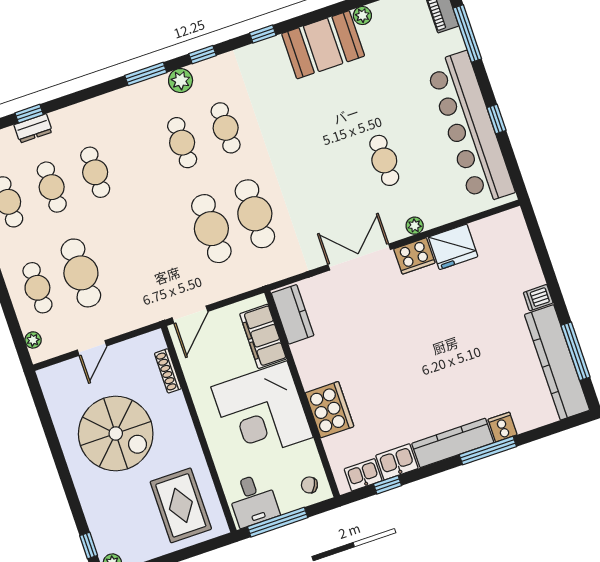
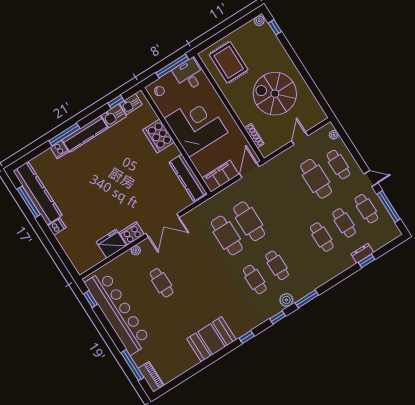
plant: (362, 15) -> (193, 361), removed
window: (496, 119) -> (90, 299), moved
kitchen counter: (293, 314) -> (188, 178), width x1.50
filing cabinet: (263, 336) -> (220, 176), moved, turned -90

